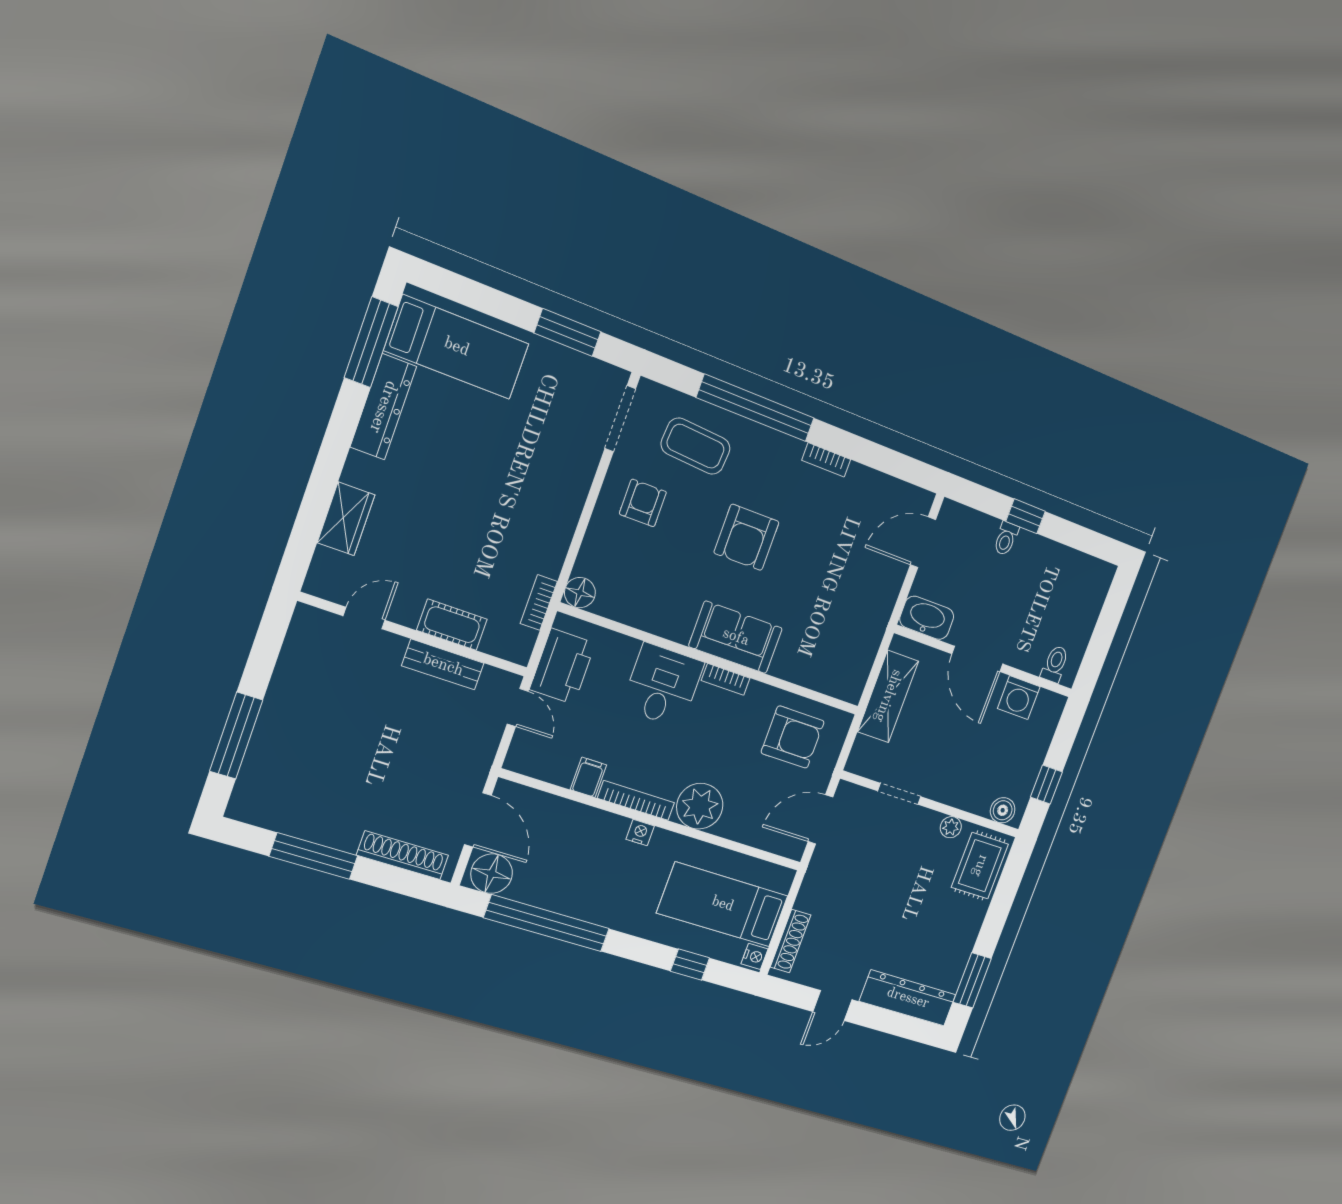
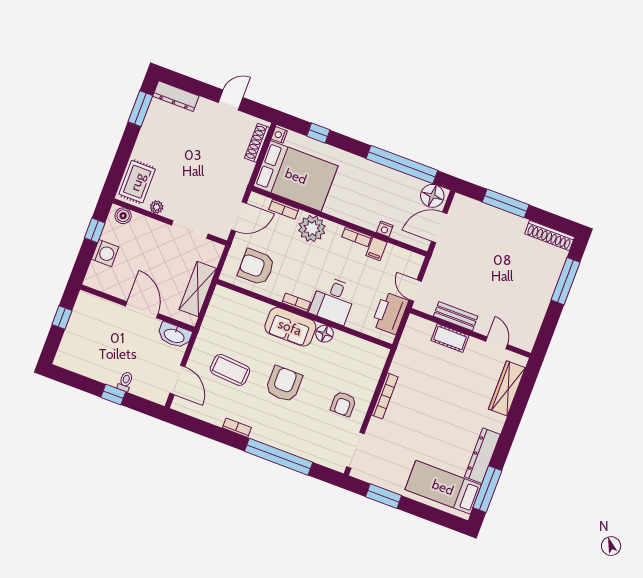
coffee table: (696, 446) -> (230, 370), moved
wardrobe: (346, 519) -> (507, 388), width x1.50
door: (923, 542) -> (177, 380), hinge flipped
floor lamp: (580, 593) -> (325, 334), moved
bookcase: (539, 603) -> (385, 396), moved, width x1.56
door: (364, 618) -> (497, 343), swing flipped
window: (1100, 642) -> (62, 318), added
toilet: (1055, 664) -> (91, 305), removed
washing machine: (1019, 698) -> (105, 253), moved, turned 90
doorway: (899, 794) -> (190, 229), width x1.38
bookcase: (636, 800) -> (357, 237), width x0.64
door: (478, 820) -> (439, 227), hinge flipped
nightstand: (640, 833) -> (385, 229), moved
bookcase: (747, 836) -> (284, 209), added
shoe rack: (403, 855) -> (550, 235), moved
window: (314, 856) -> (506, 203), moved
bed: (723, 904) -> (296, 176), width x1.50
dresser: (908, 998) -> (176, 96), width x0.73, depth x0.80

